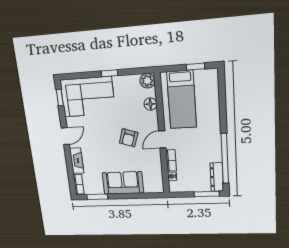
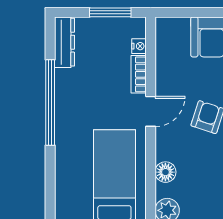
window: (225, 159) -> (50, 103), moved
window: (207, 194) -> (110, 12), moved

